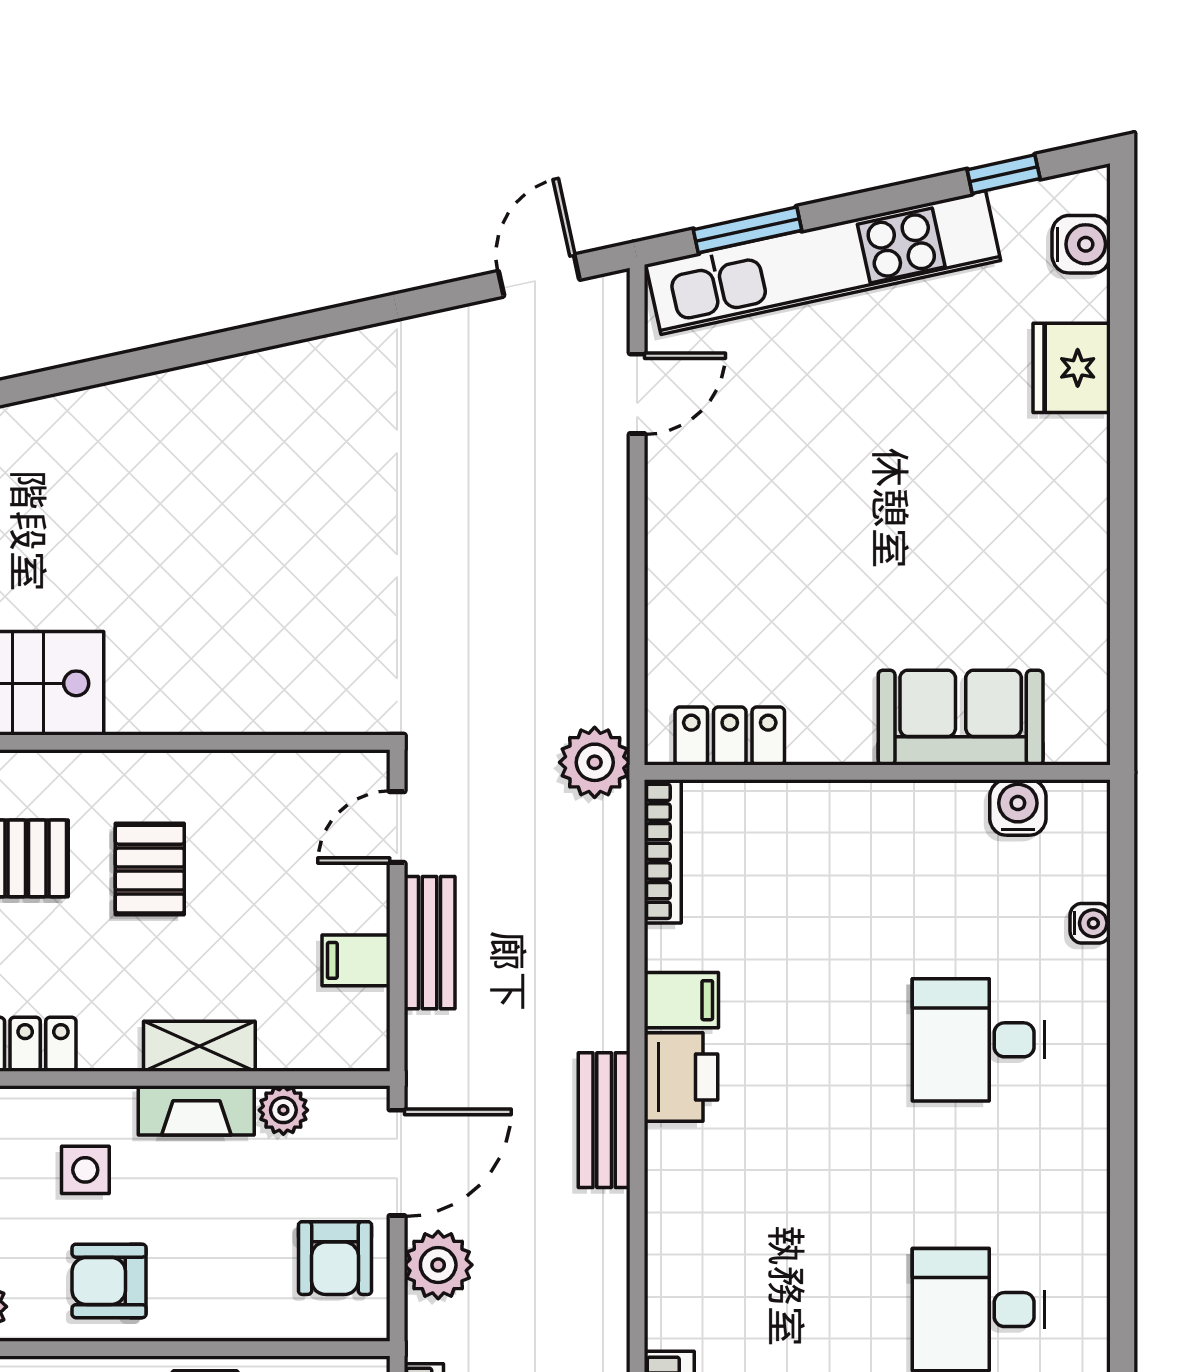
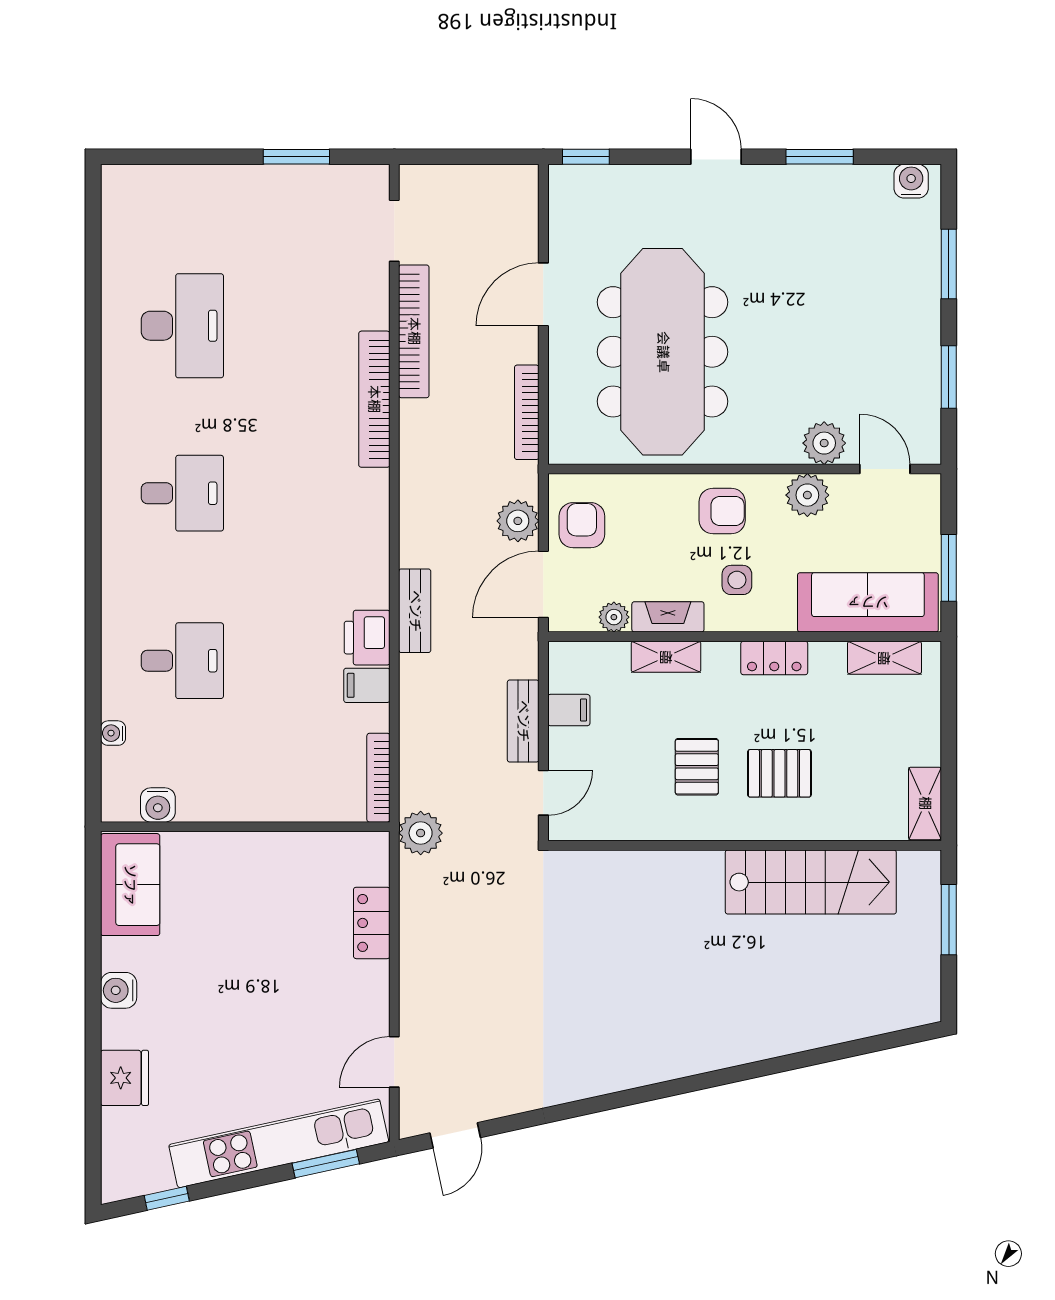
water cooler: (1081, 244) -> (119, 990), moved
sofa: (961, 718) -> (130, 885), moved, turned -90
locker: (730, 736) -> (372, 923), moved, turned 90

